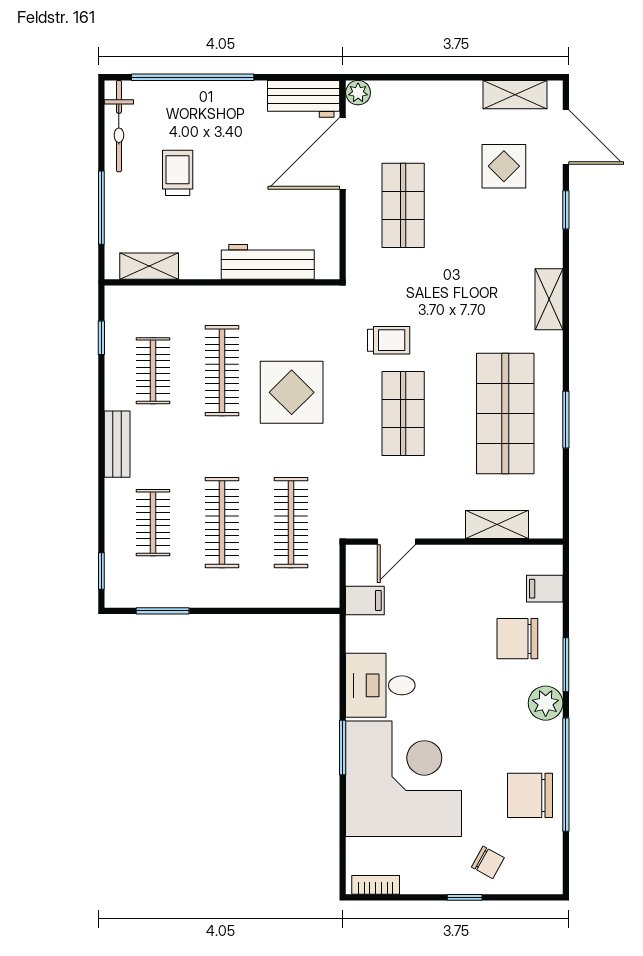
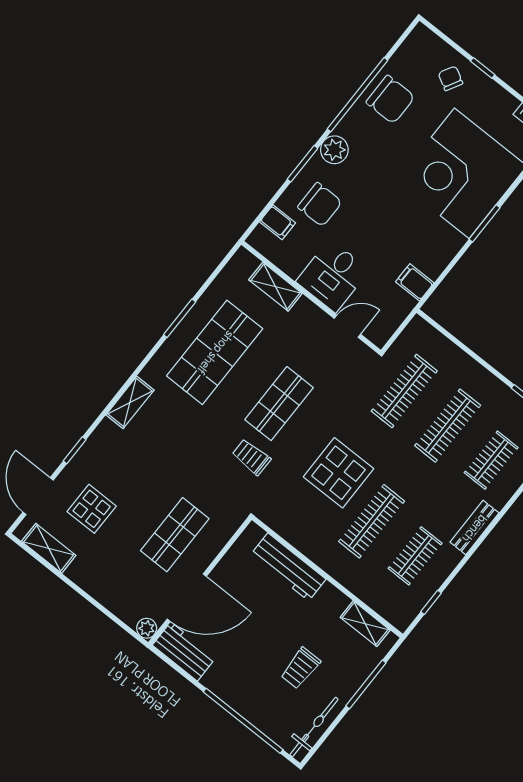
filing cabinet: (365, 600) -> (415, 282), moved
desk: (380, 685) -> (333, 276), moved, turned 90

